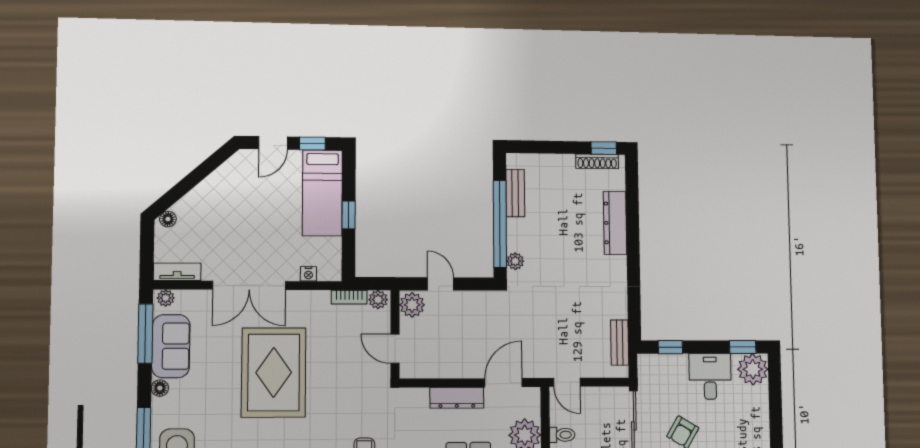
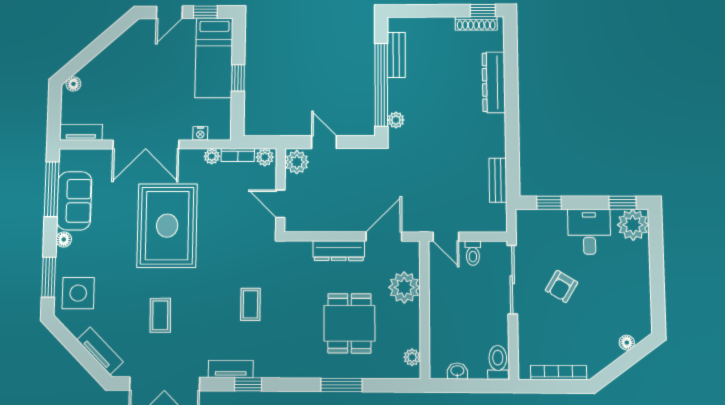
plant: (166, 298) -> (212, 156), moved
bench: (620, 342) -> (498, 180), moved
toilet: (562, 435) -> (473, 253), moved, turned 90

